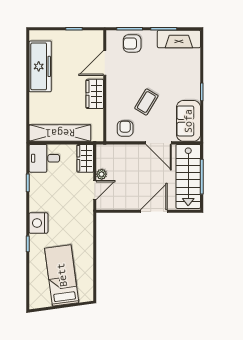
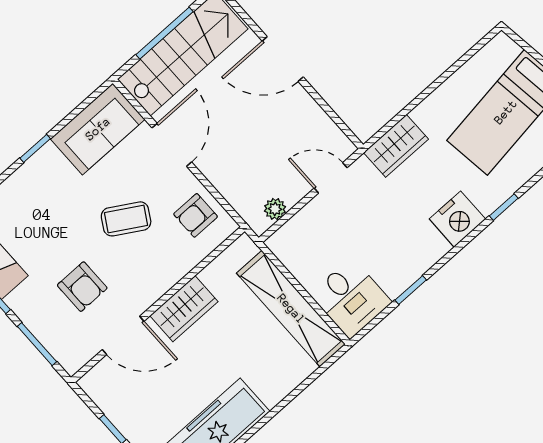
armchair: (132, 43) -> (82, 287), moved
wardrobe: (85, 158) -> (396, 146), moved
plant: (102, 174) -> (275, 209), moved

